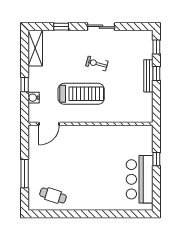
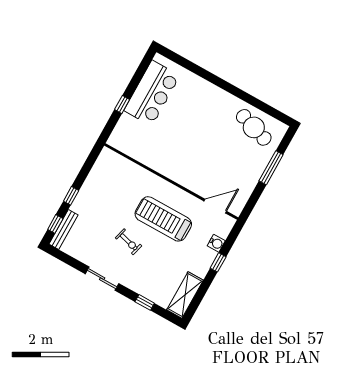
bench: (148, 76) -> (63, 229), moved
cafe table: (53, 195) -> (254, 127), width x1.37, depth x1.35

